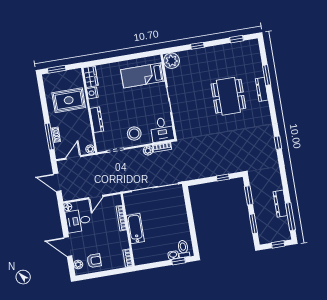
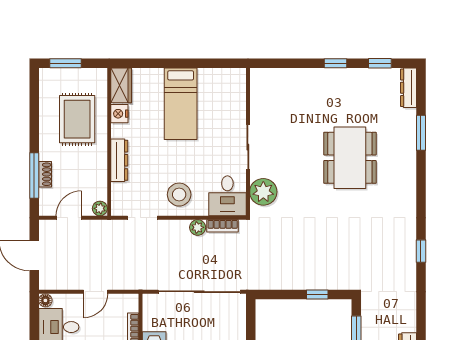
window: (197, 46) -> (336, 63), moved
plant: (172, 61) -> (263, 192), moved
bed: (143, 75) -> (181, 104), moved, turned -90
dresser: (262, 89) -> (409, 88), moved
rug: (69, 100) -> (77, 119), turned 90

